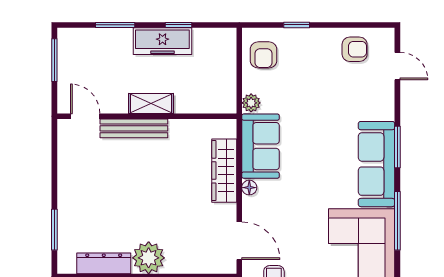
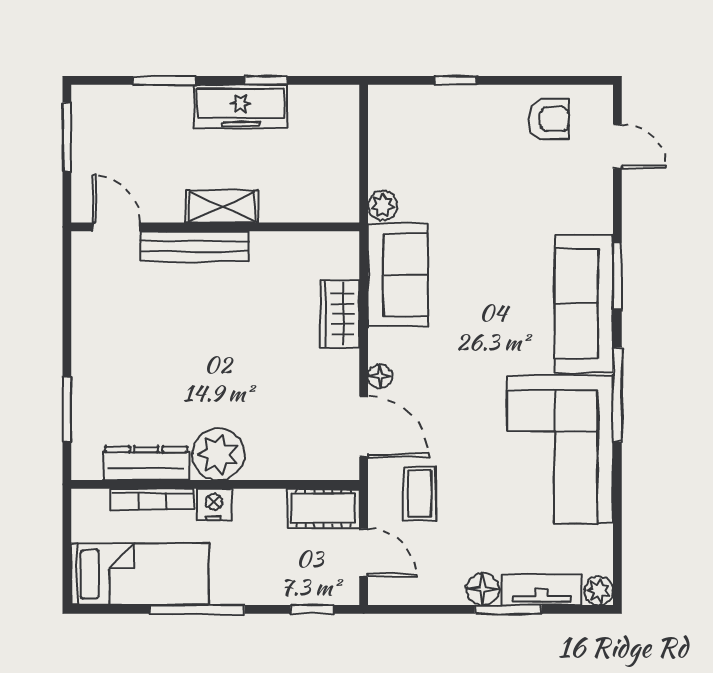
armchair: (264, 55) -> (403, 128), removed
wardrobe: (224, 171) -> (340, 314), width x0.67
floor lamp: (249, 188) -> (380, 376), moved

